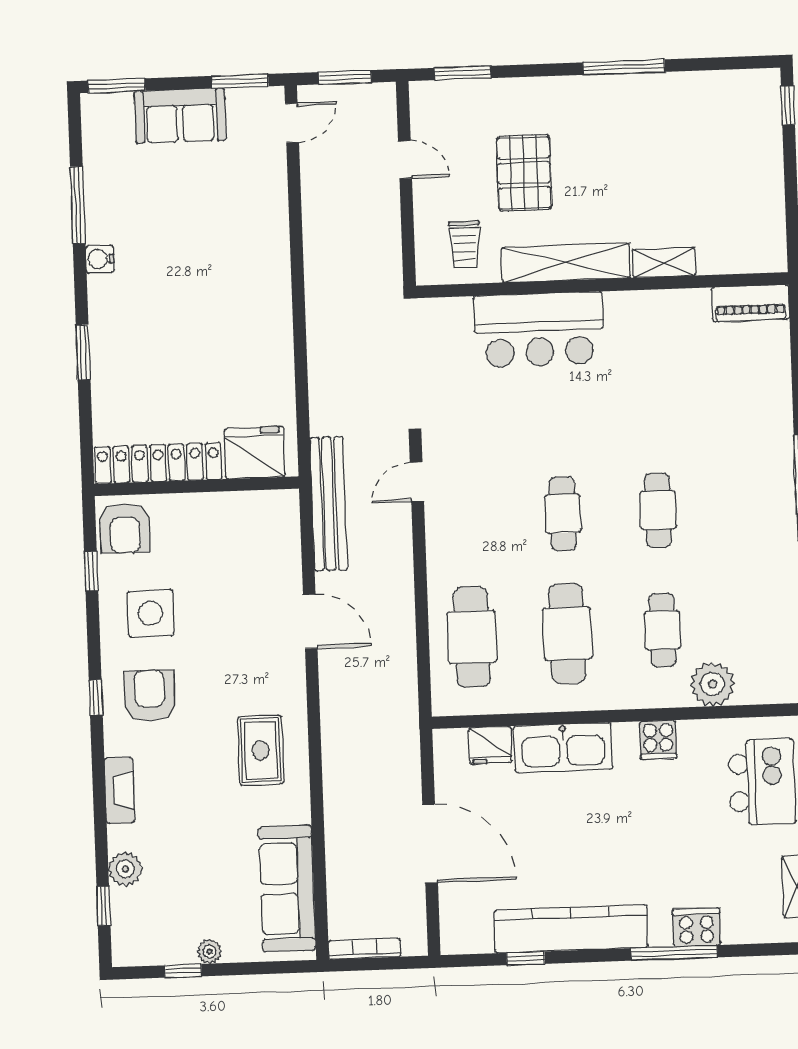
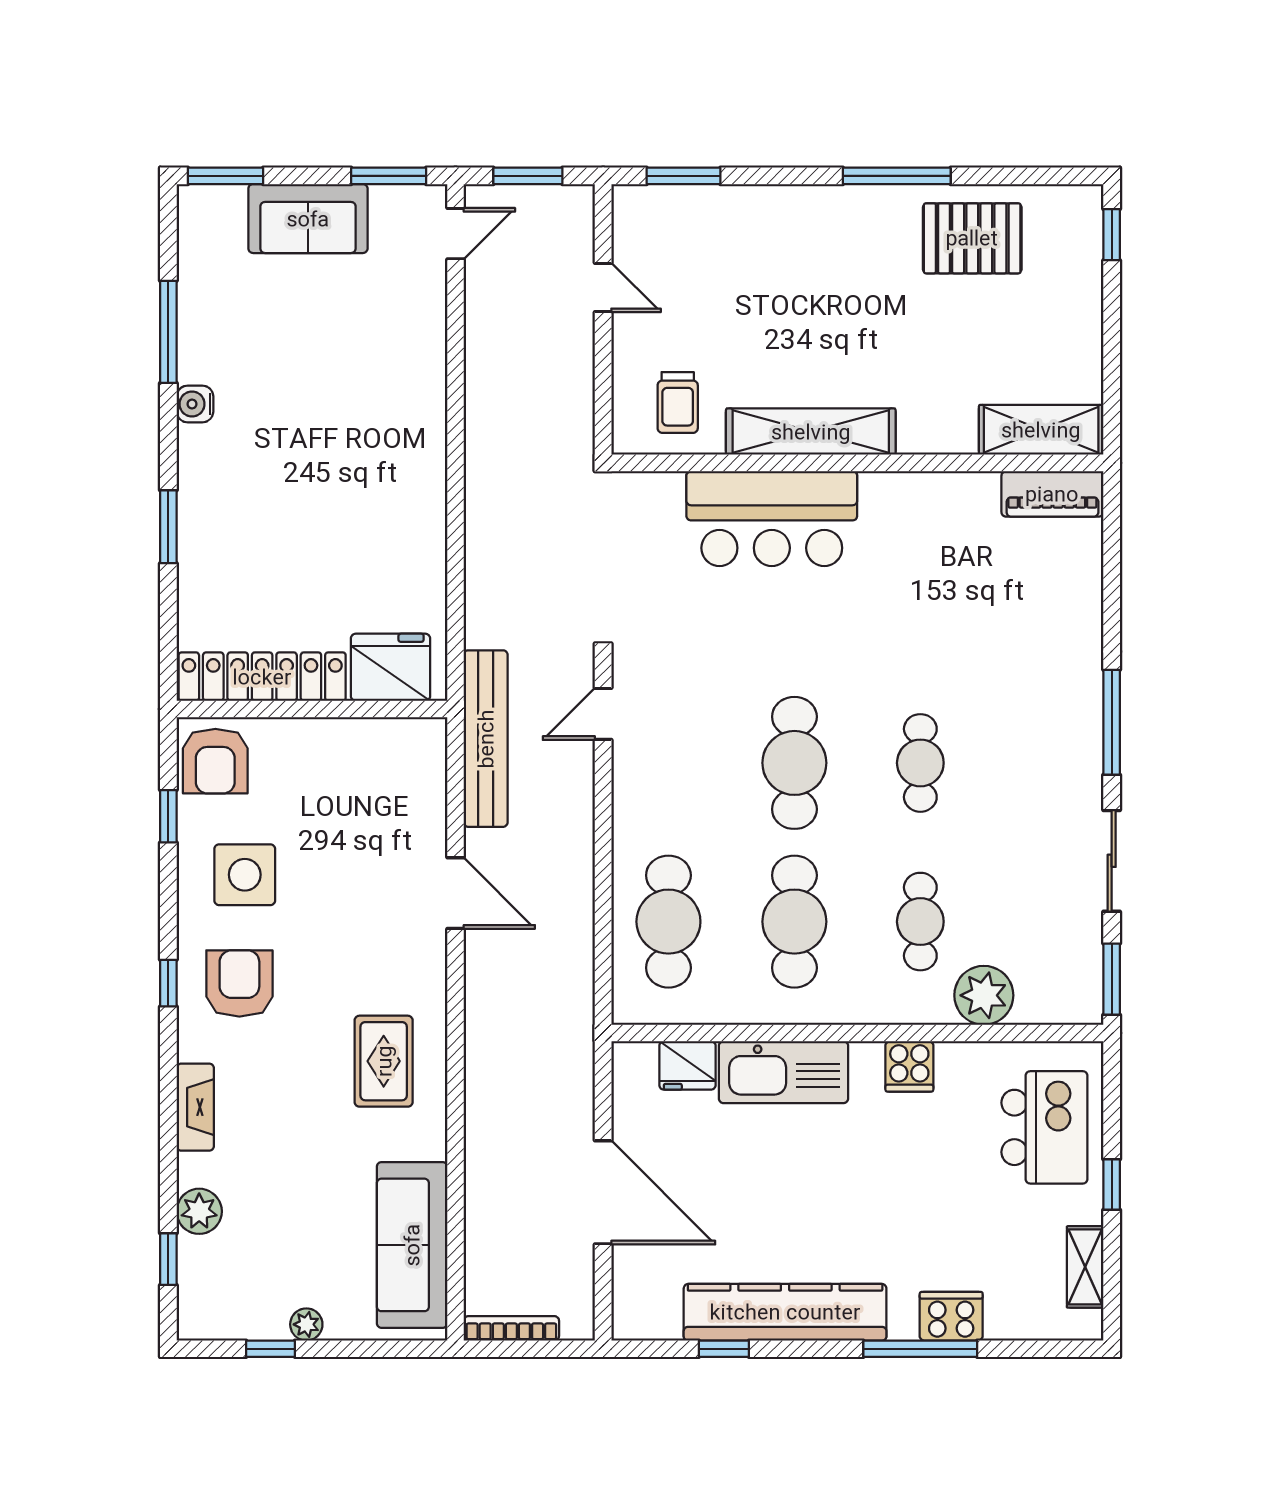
pallet: (524, 173) -> (972, 238), moved, turned 90
shelving: (664, 263) -> (1041, 430), moved, width x1.50, depth x1.33
cafe table: (563, 514) -> (794, 763), width x1.37, depth x1.35

